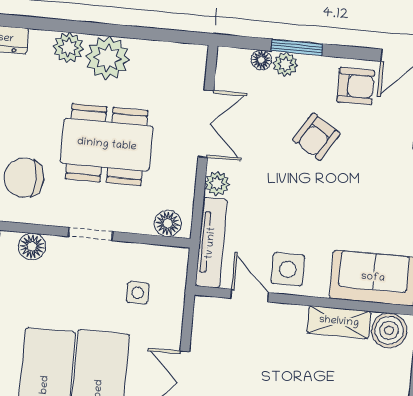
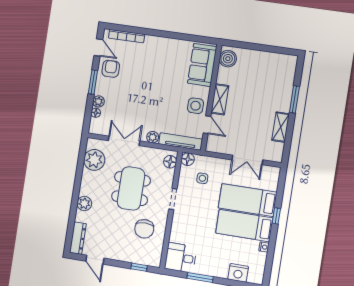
window: (297, 47) -> (93, 82), moved
plant: (108, 58) -> (94, 160), moved
armchair: (316, 137) -> (133, 89), removed
floor lamp: (32, 246) -> (188, 159), moved
door: (250, 295) -> (207, 125), swing flipped
shelving: (339, 322) -> (220, 99), moved

